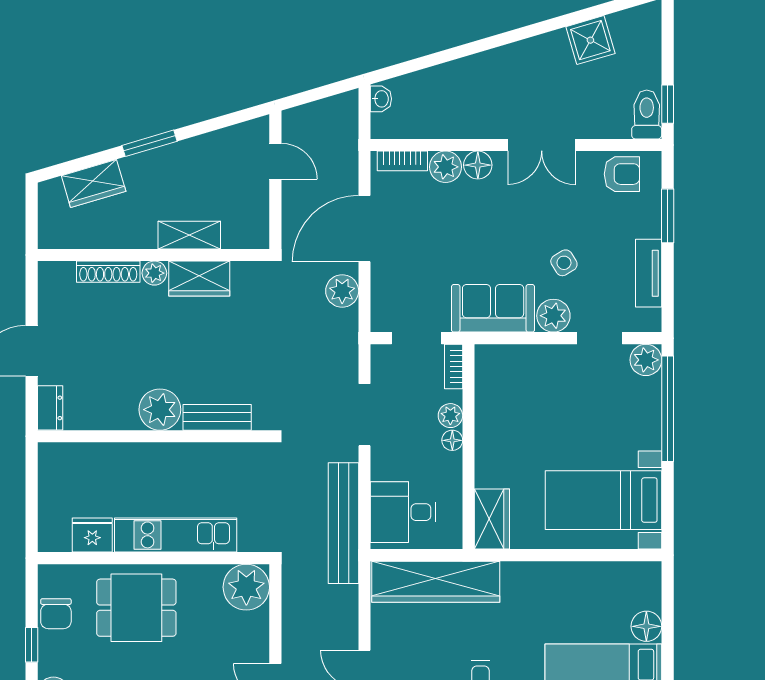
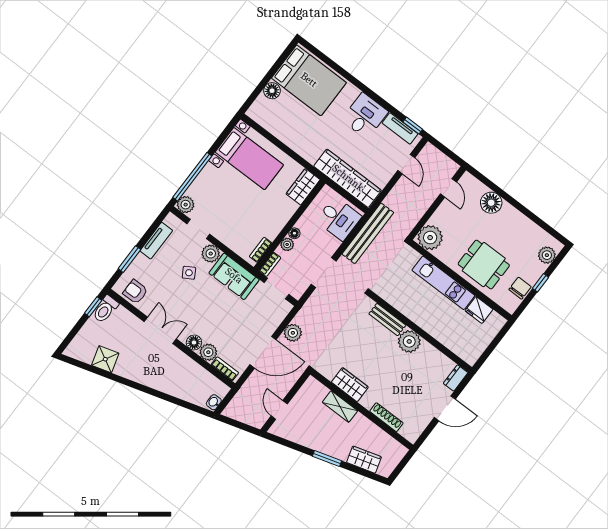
plant: (154, 273) -> (367, 402), removed
bookcase: (484, 378) -> (261, 250), added

